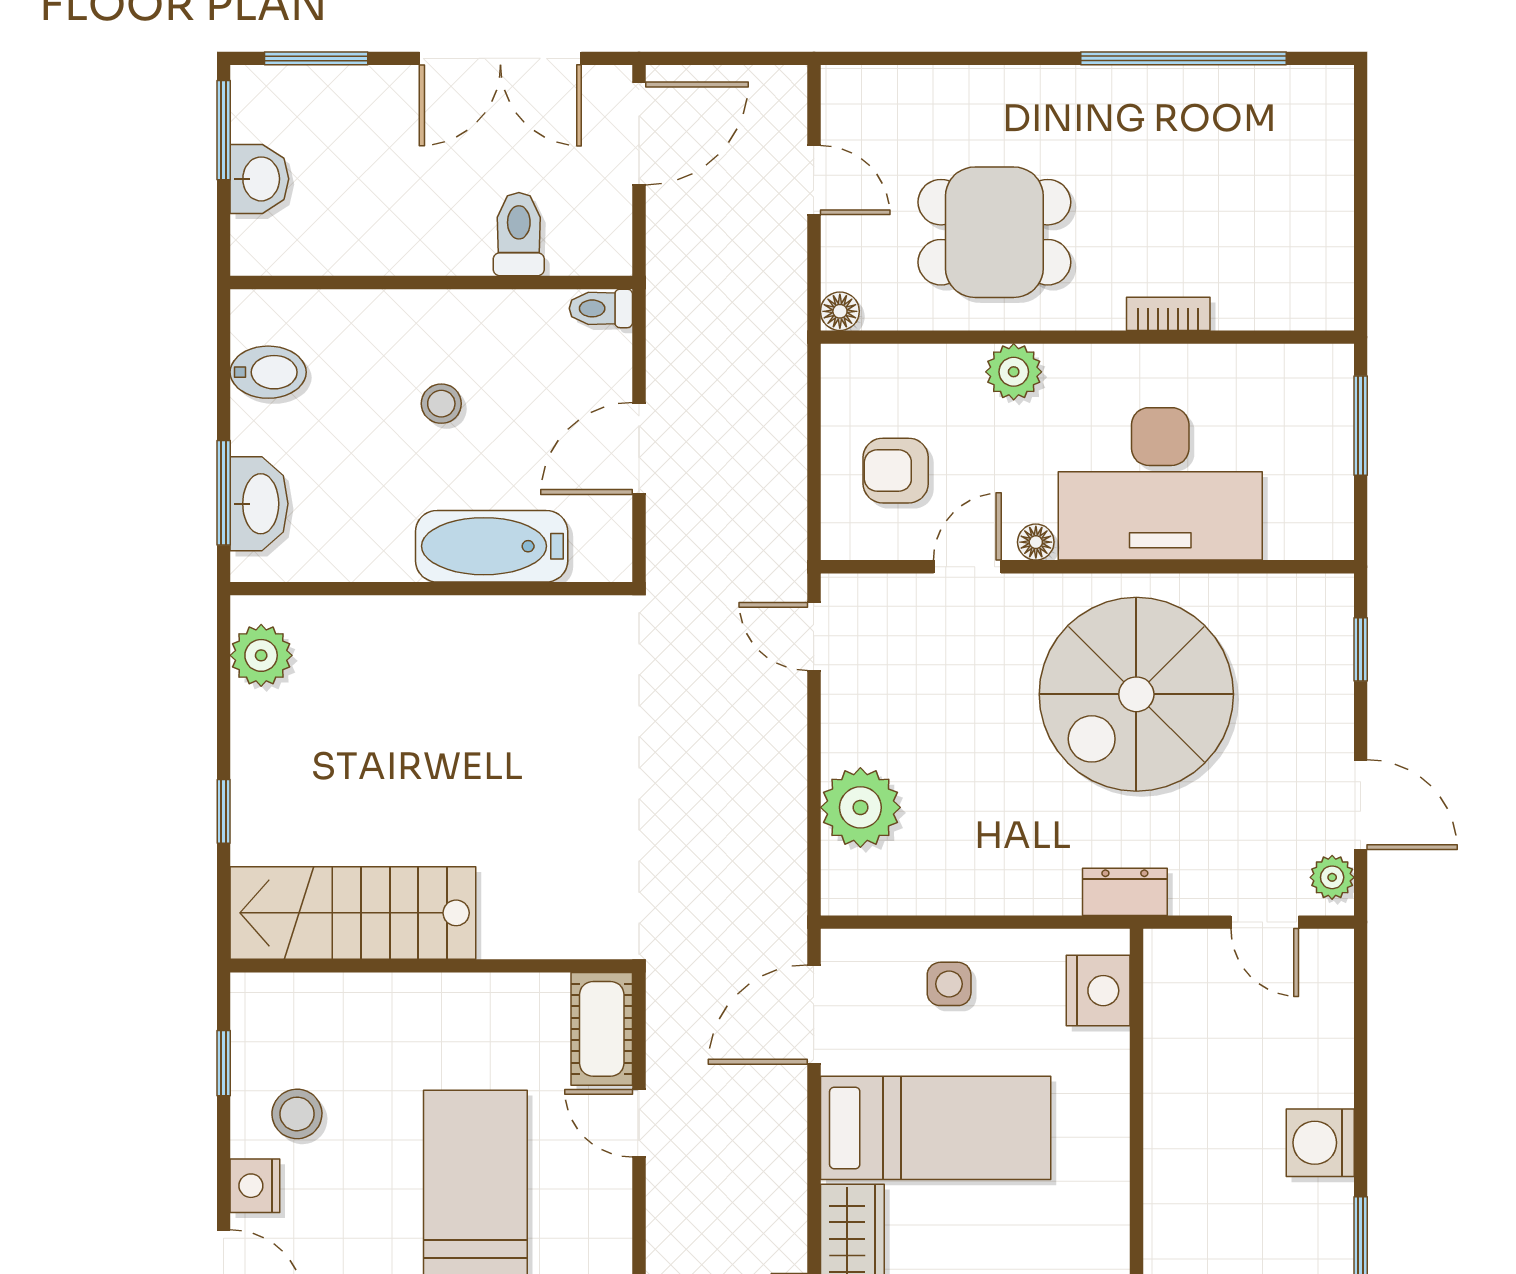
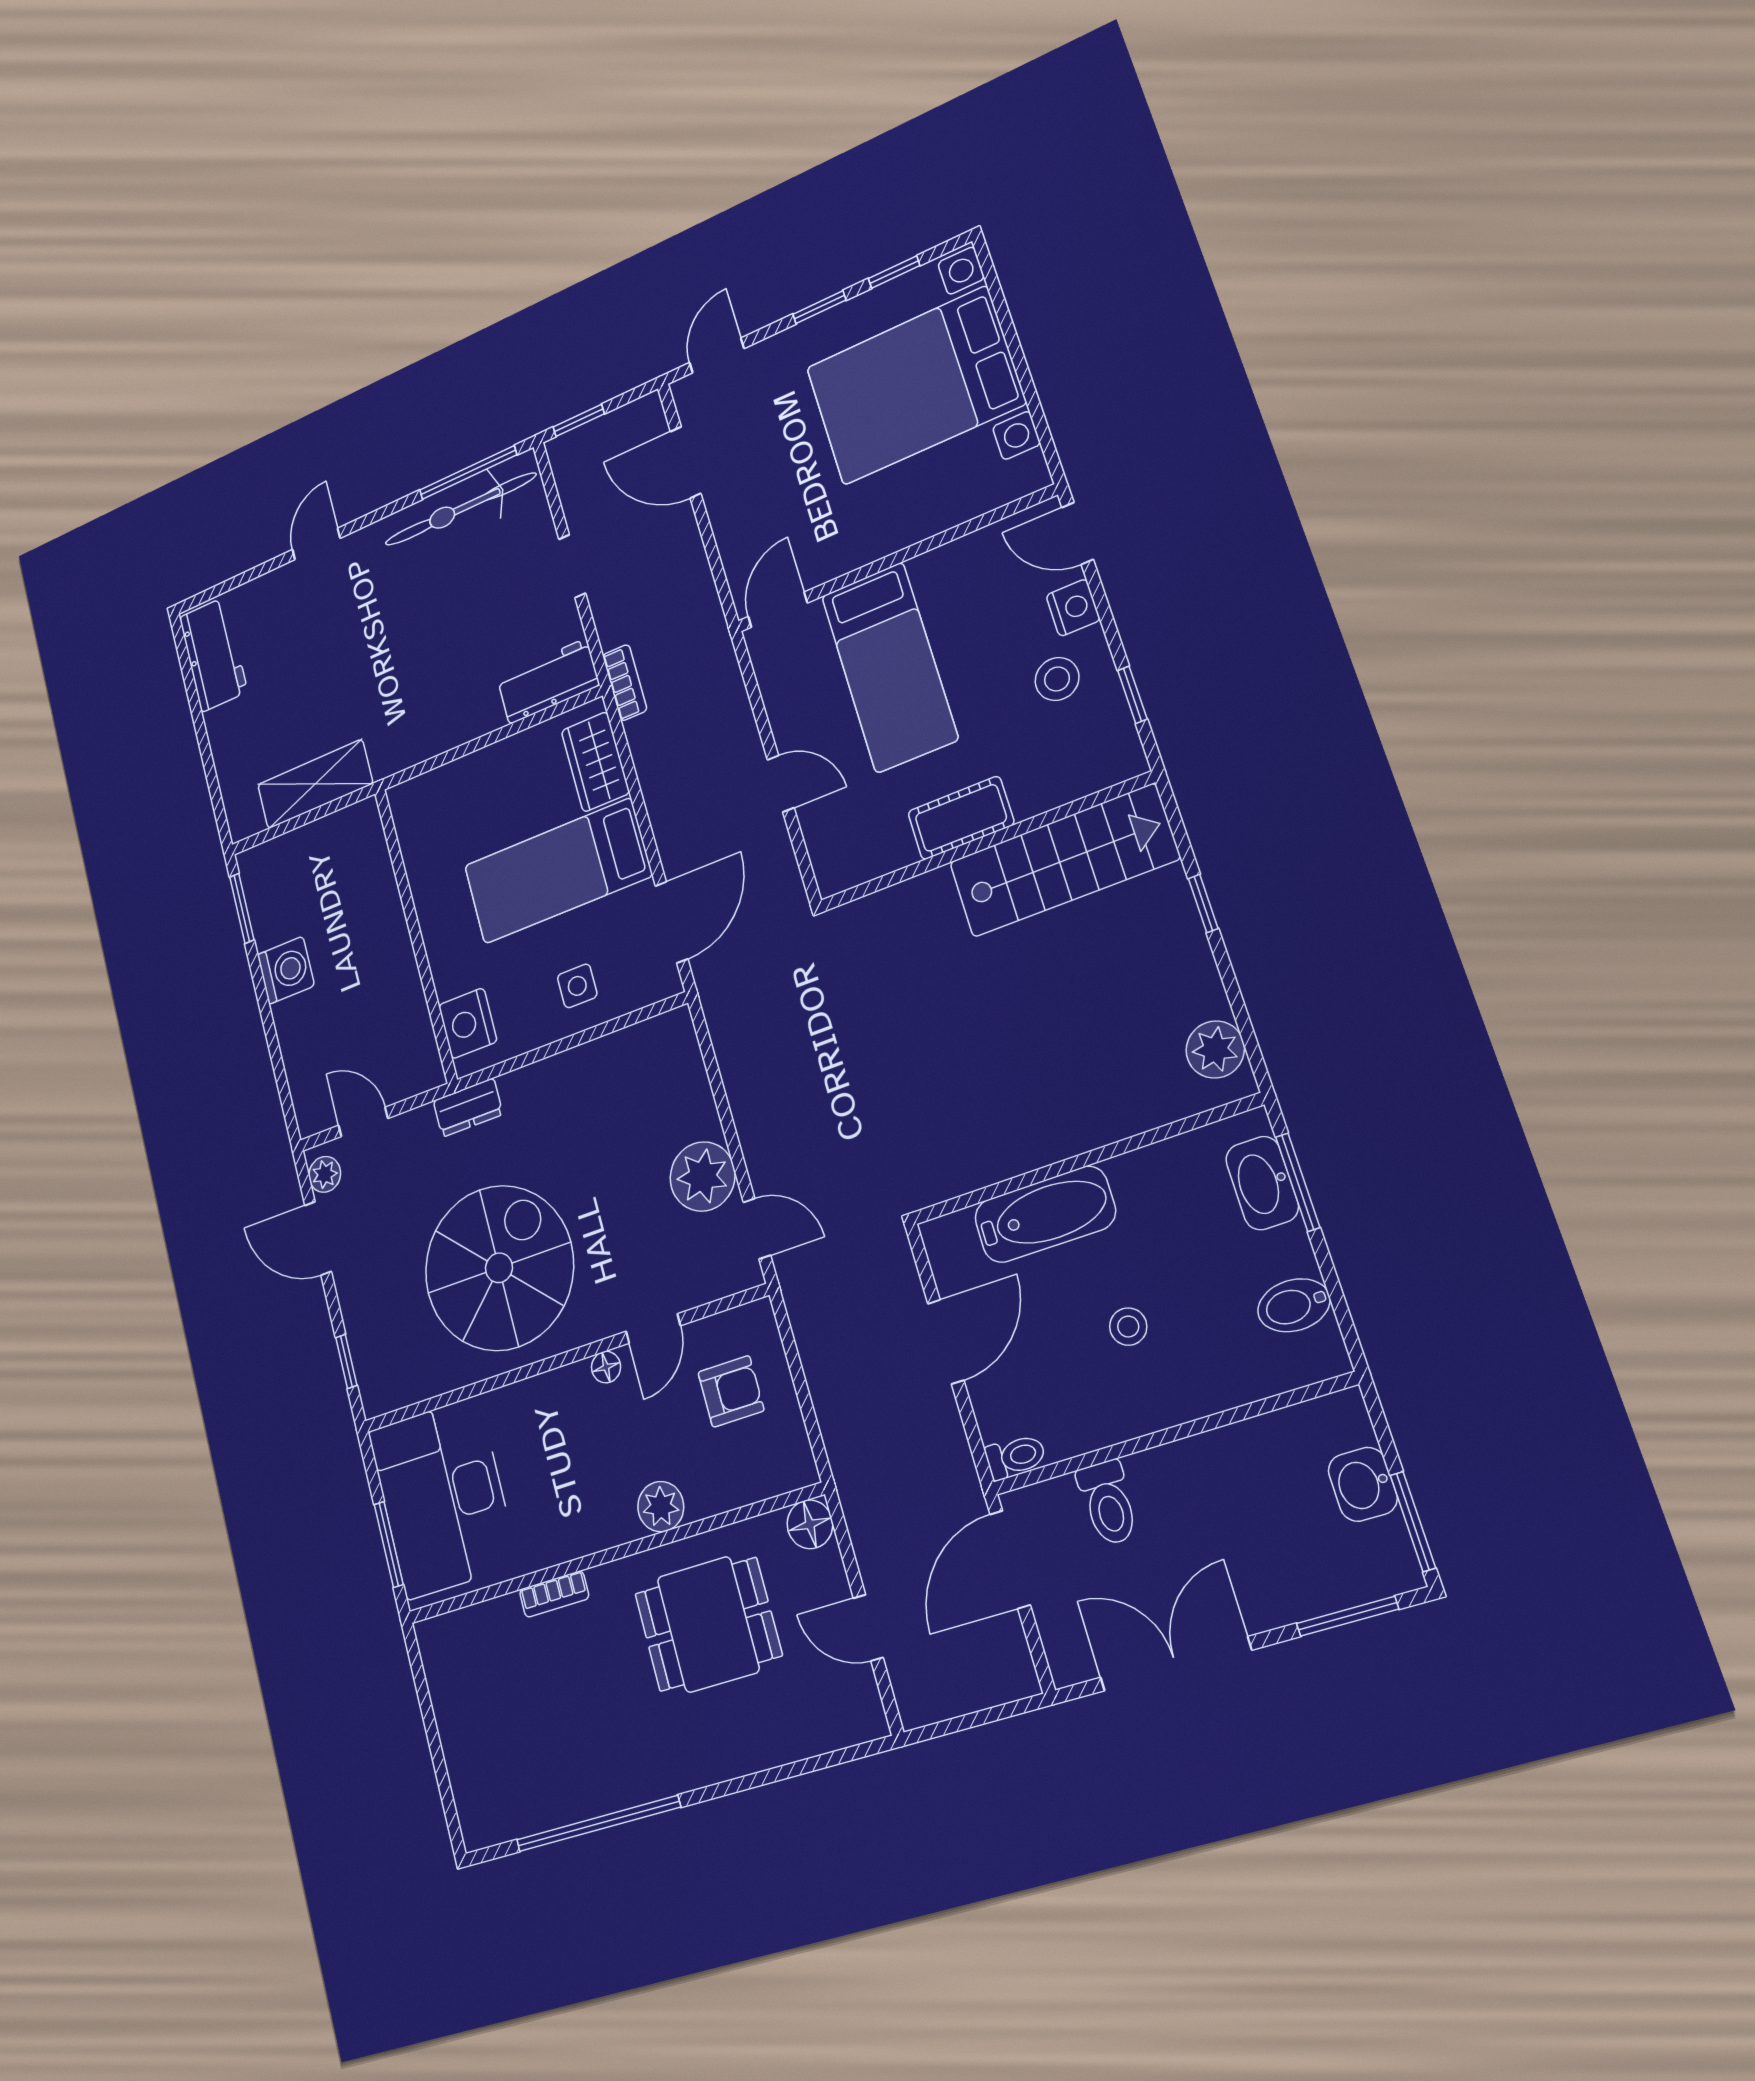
door: (639, 133) -> (1010, 1560), moved
floor lamp: (840, 311) -> (810, 1524), width x1.37, depth x1.37
desk: (1160, 484) -> (443, 1498), moved, turned -90
plant: (860, 807) -> (703, 1177), moved
cot: (602, 1029) -> (961, 818), moved, turned 90

